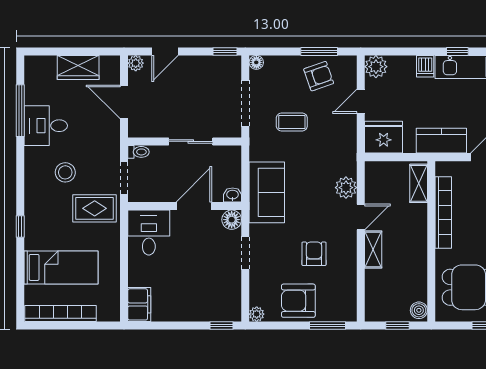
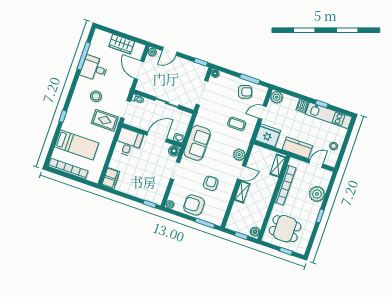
coffee table: (292, 122) -> (237, 124), moved

